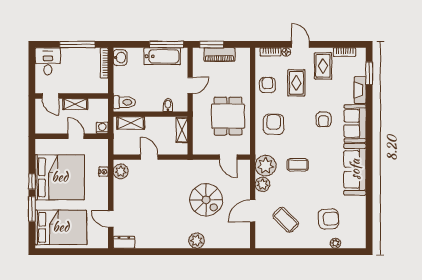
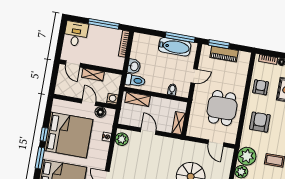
washbasin: (120, 58) -> (134, 66), moved
shelving: (182, 130) -> (179, 123), moved
floor lamp: (91, 145) -> (100, 112), added

